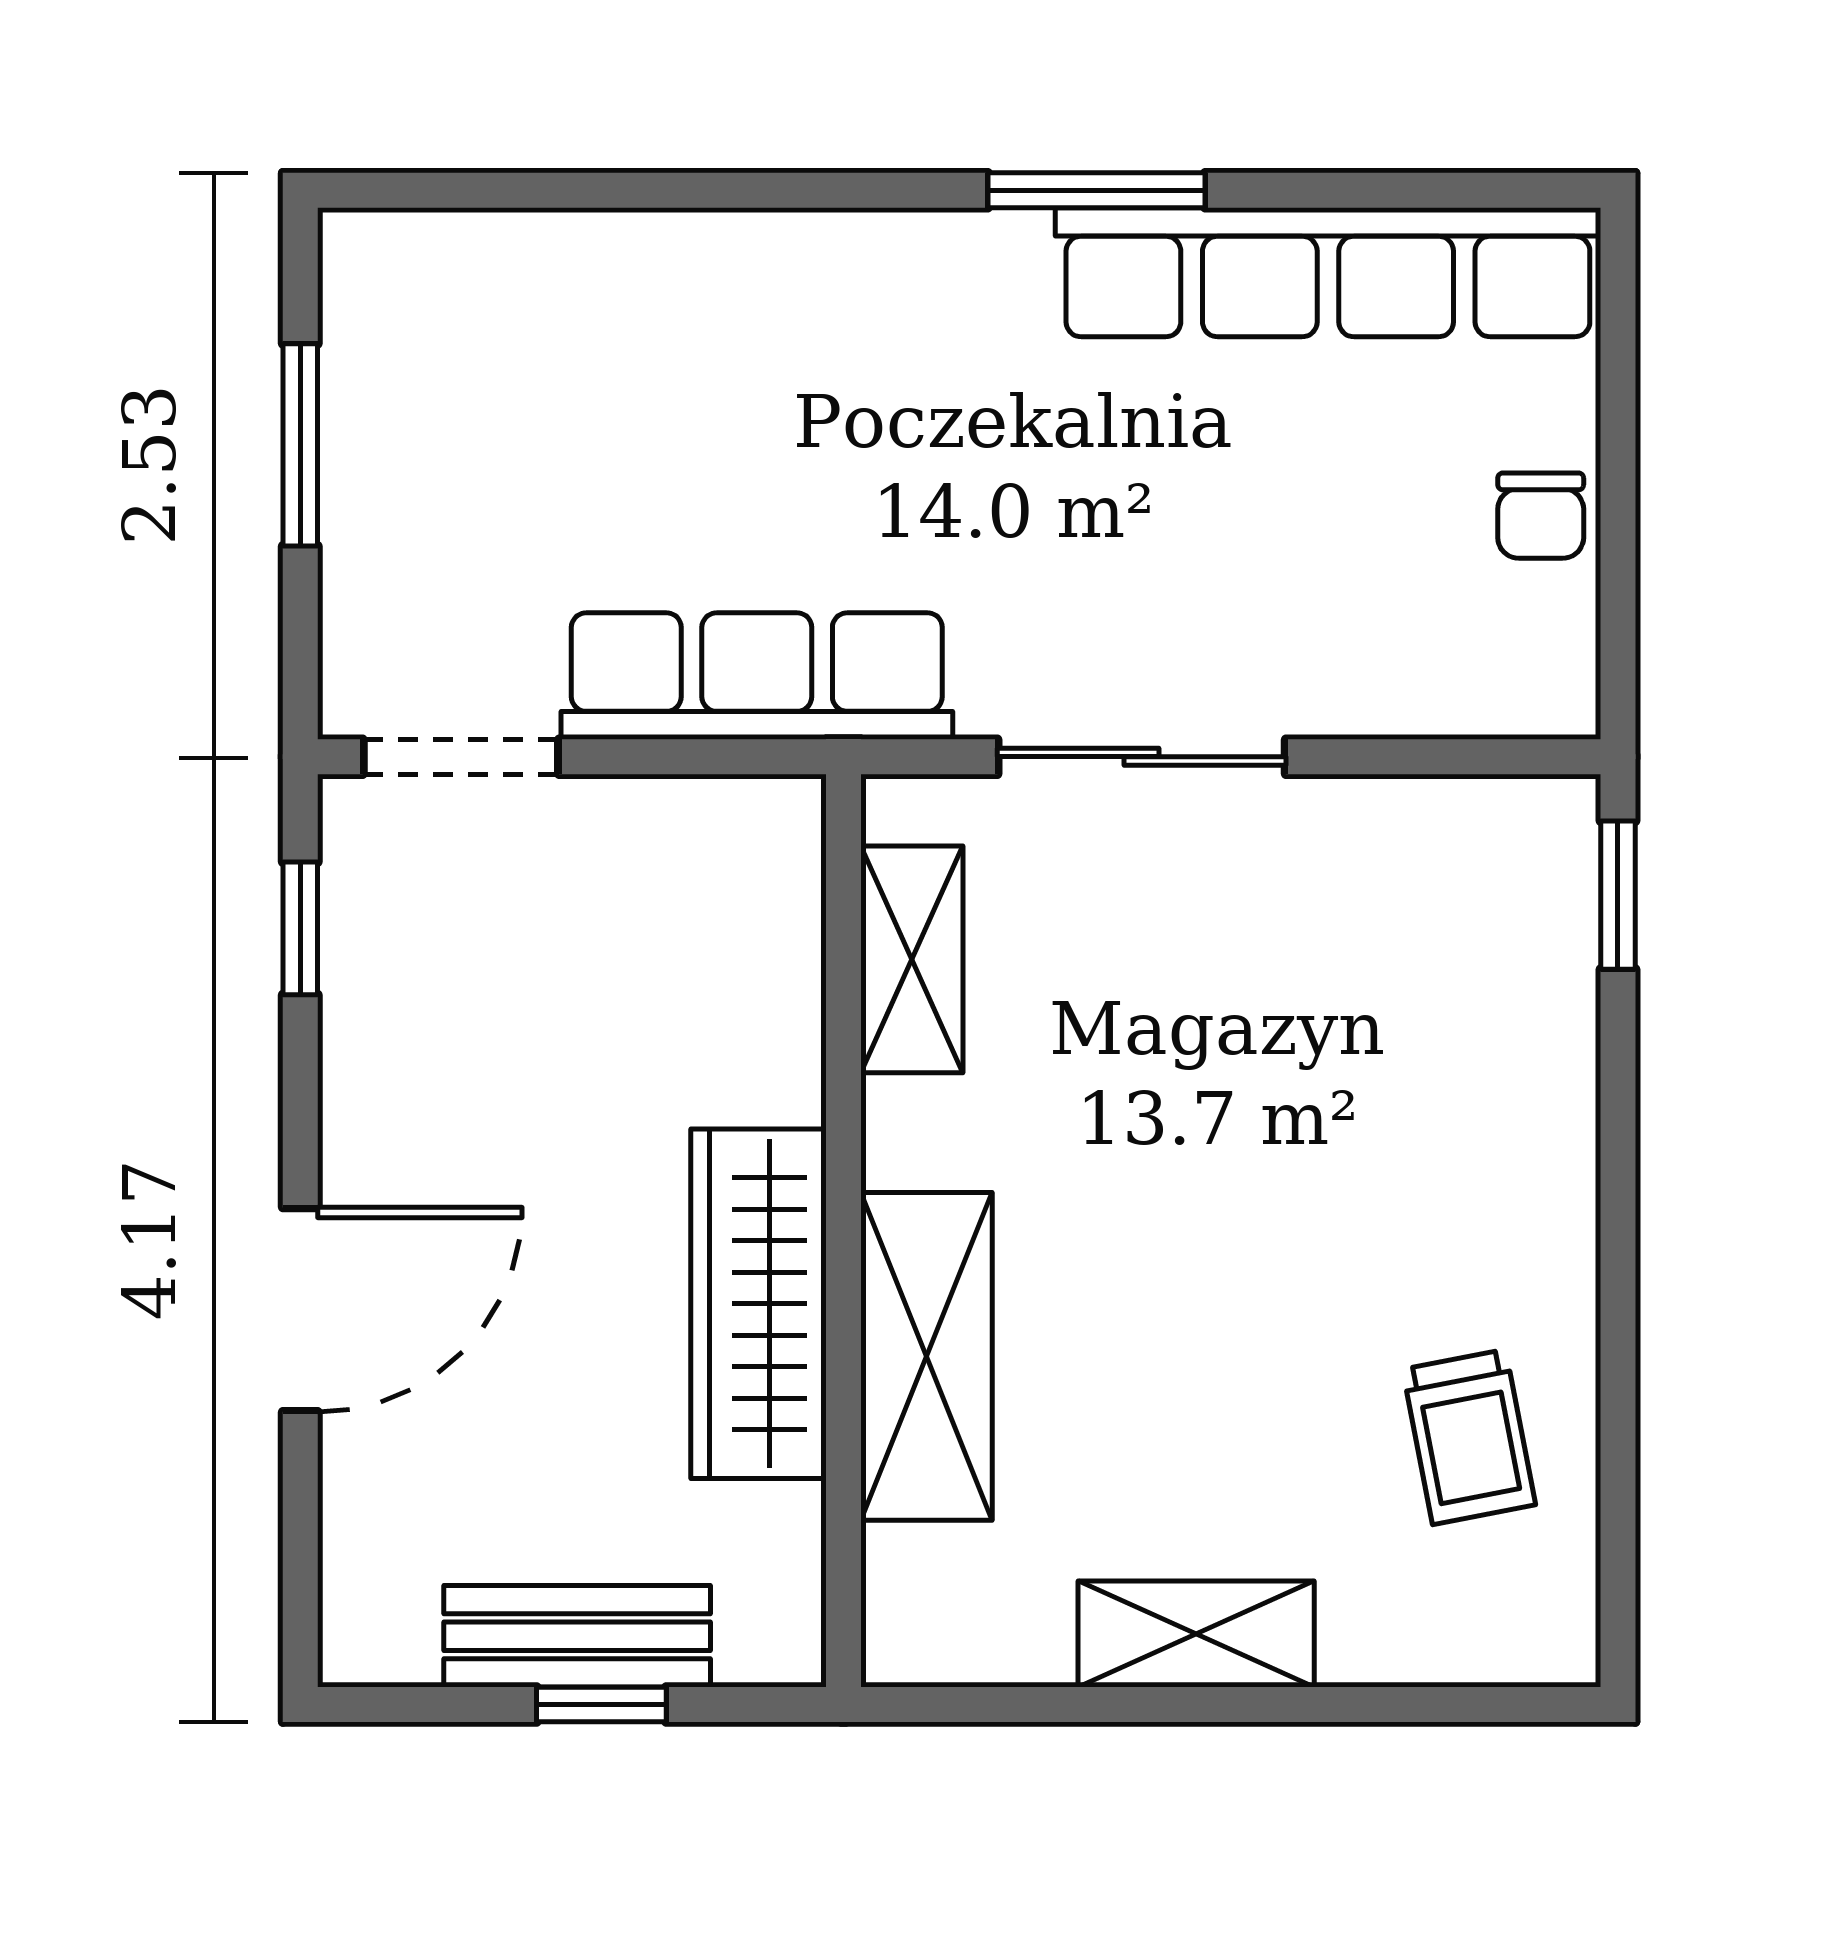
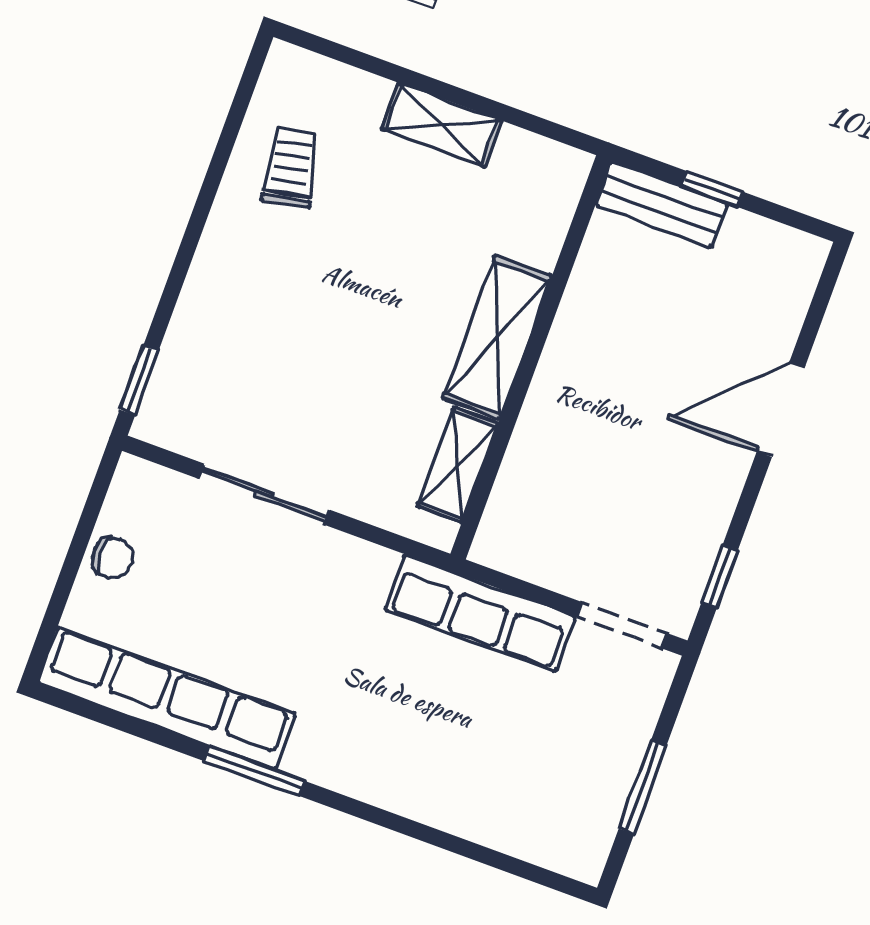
chair: (1541, 516) -> (112, 558), turned 90
sliding door: (1142, 757) -> (264, 494), moved
wardrobe: (759, 1304) -> (580, 339), removed
shelving: (926, 1356) -> (497, 337), moved
bench: (577, 1636) -> (662, 204), moved

